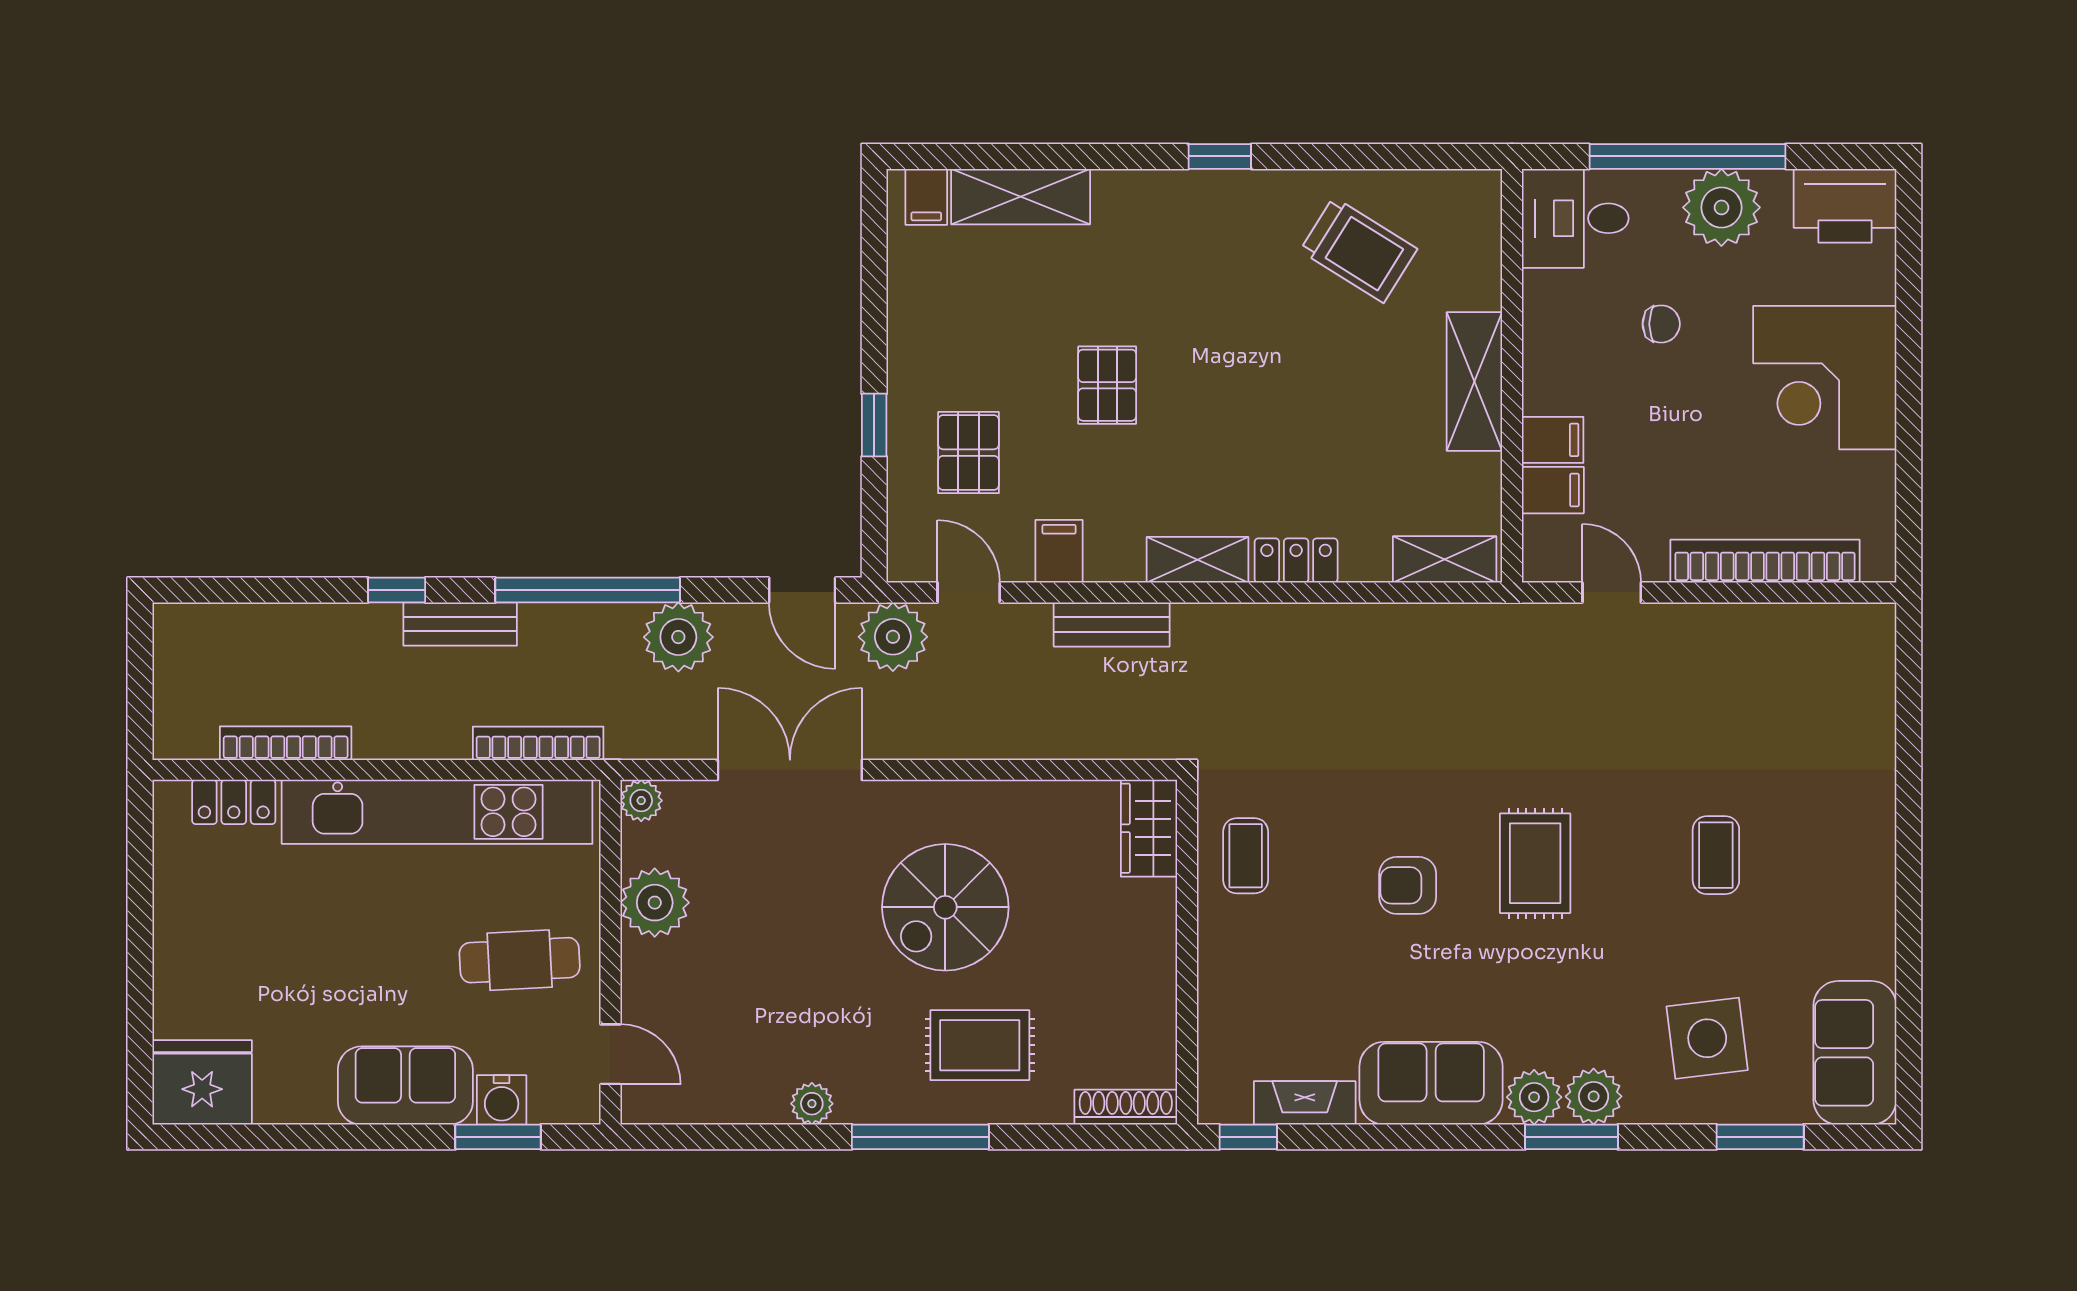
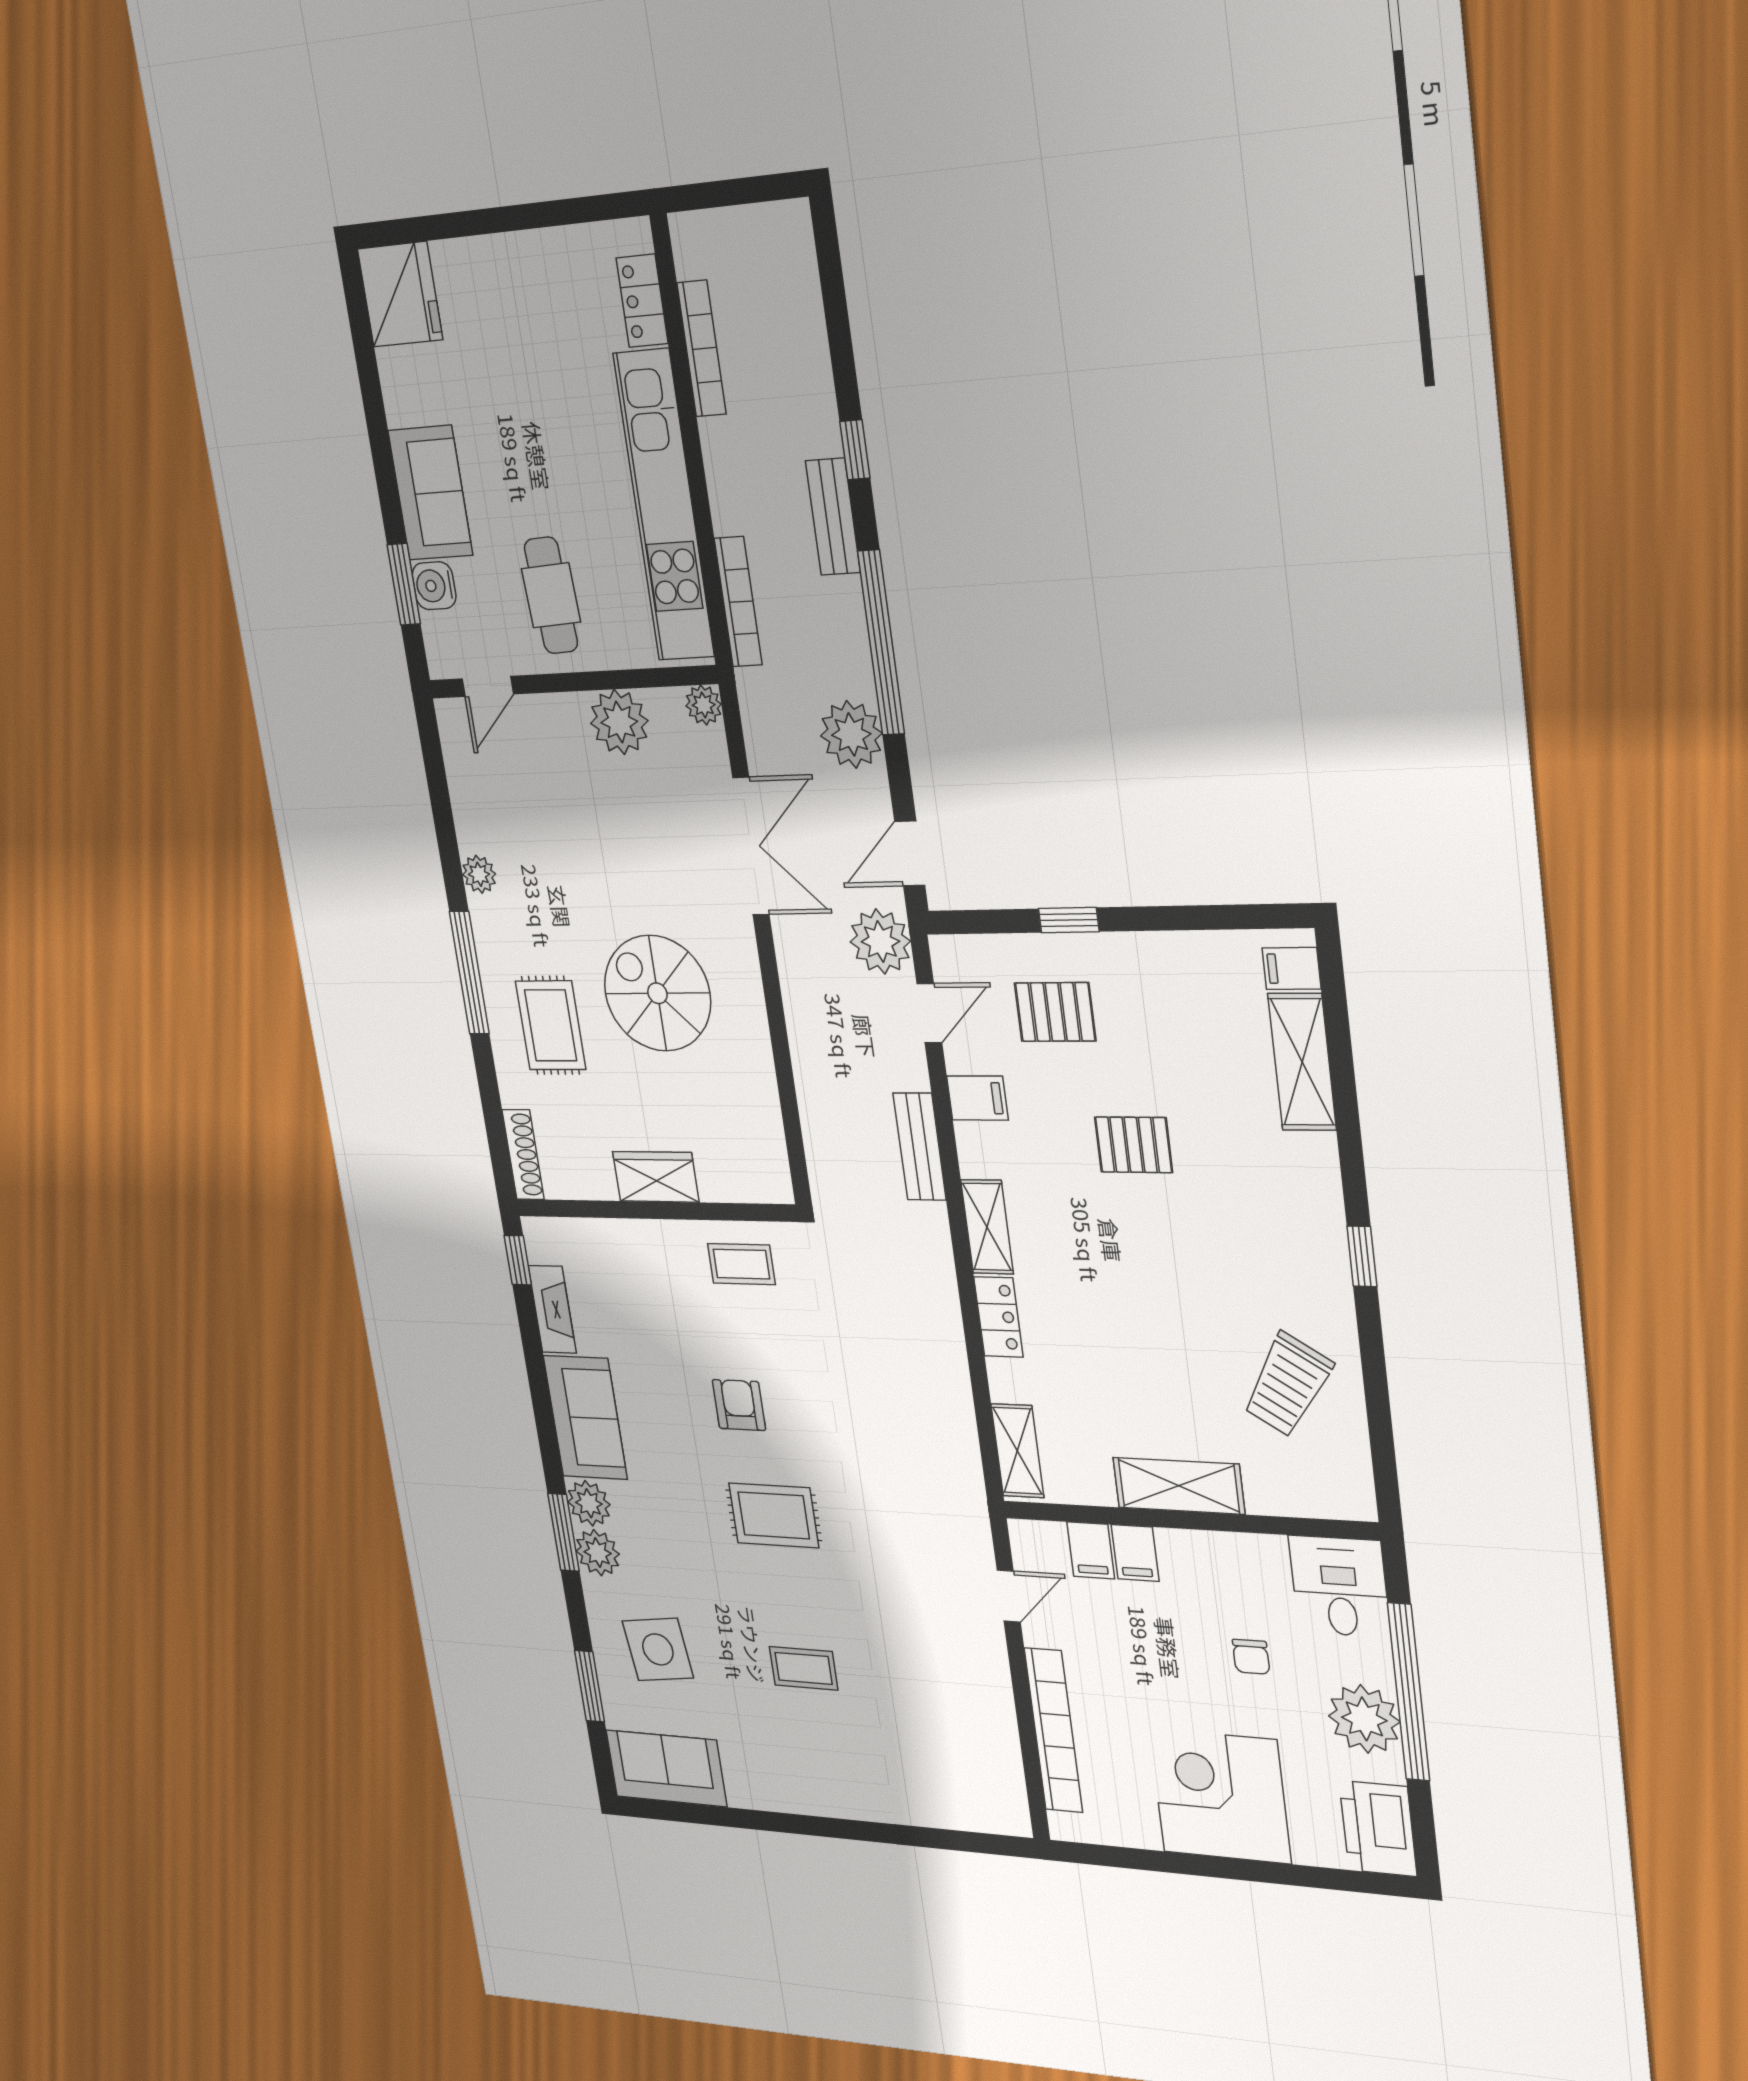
wardrobe: (1149, 828) -> (656, 1177), moved

